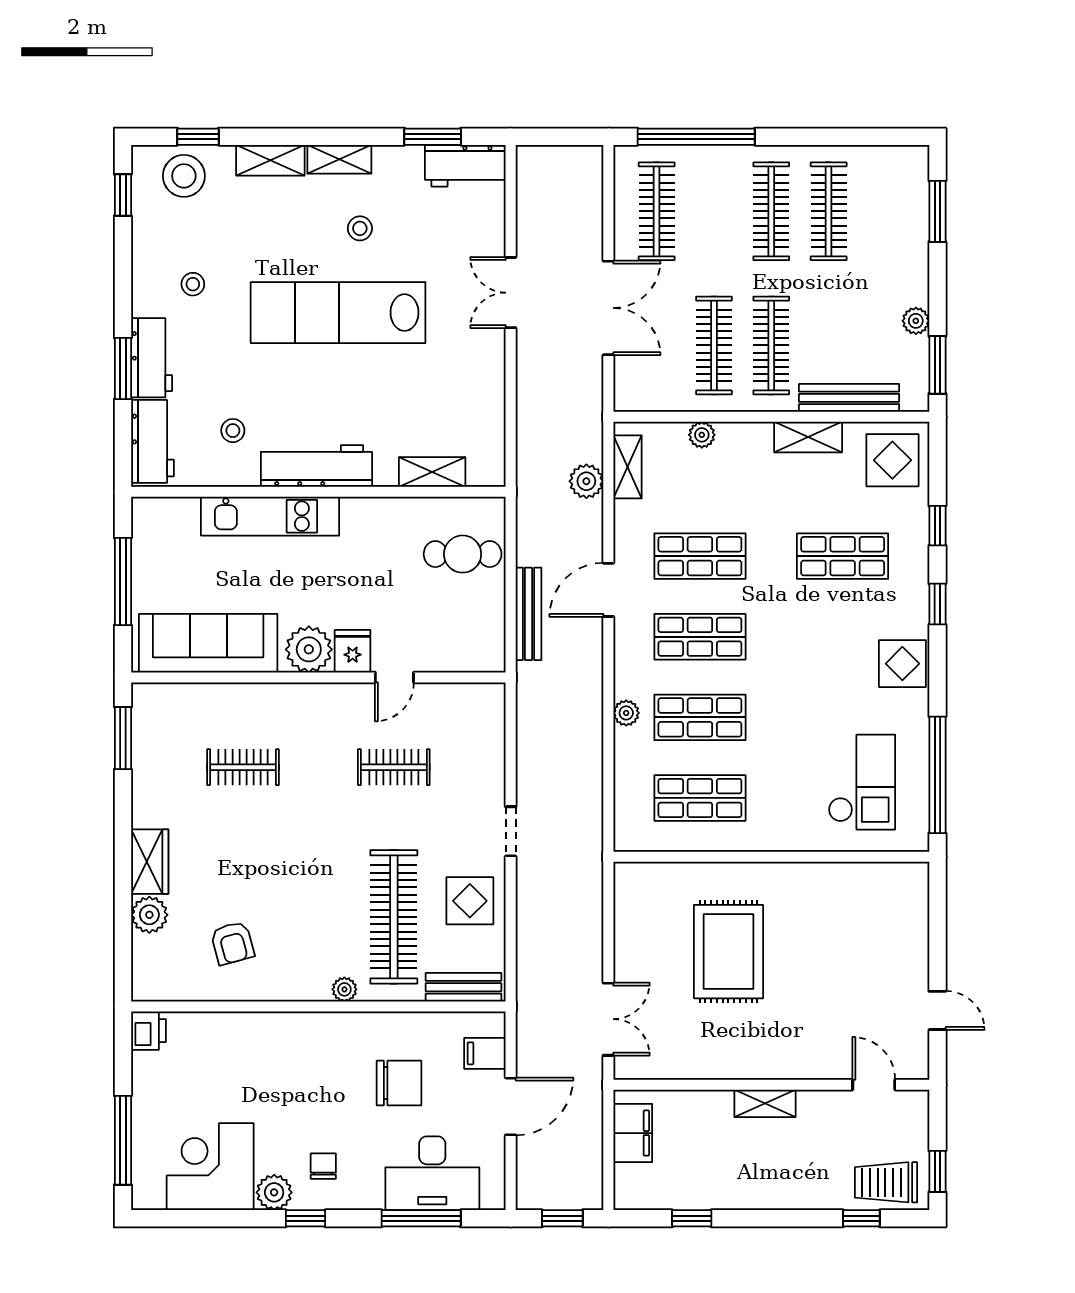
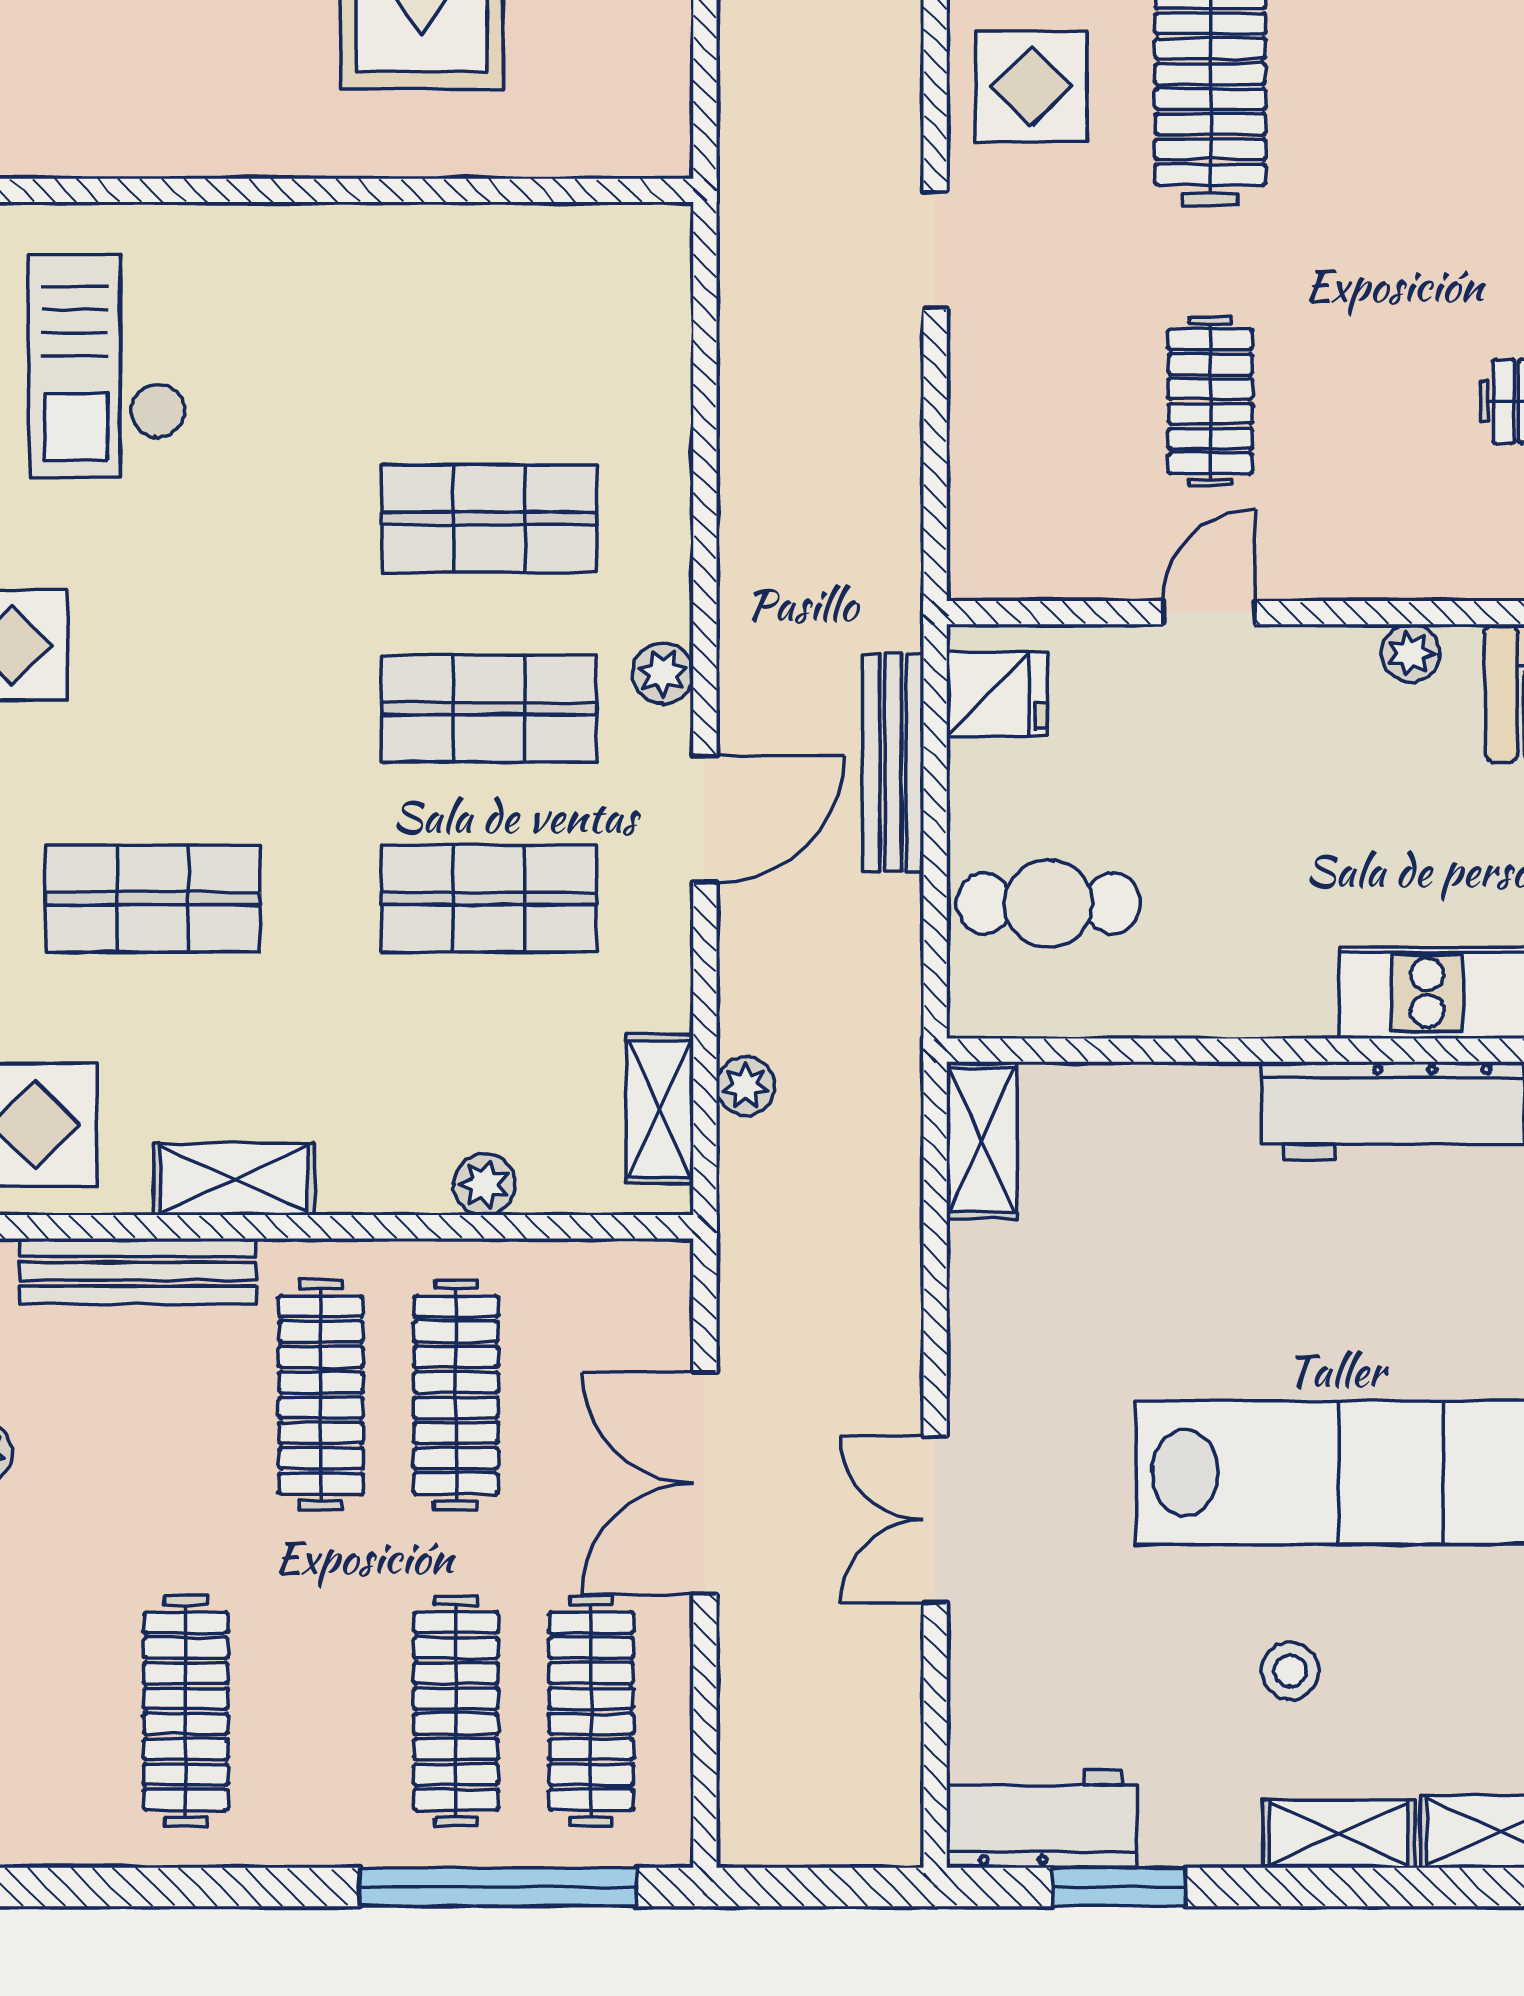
clothes rail: (771, 211) -> (456, 1711), moved
double door: (511, 293) -> (935, 1520), swing flipped
shelving: (432, 472) -> (982, 1140), moved, turned 90
plant: (586, 481) -> (746, 1086), width x0.73, depth x0.73
plant: (309, 649) -> (1411, 653), width x0.53, depth x0.53
fridge: (353, 651) -> (997, 694), moved, turned -90
plant: (626, 713) -> (663, 673), moved
clothes rail: (394, 767) -> (1210, 401), turned 90
shop shelf: (700, 798) -> (489, 329), removed

